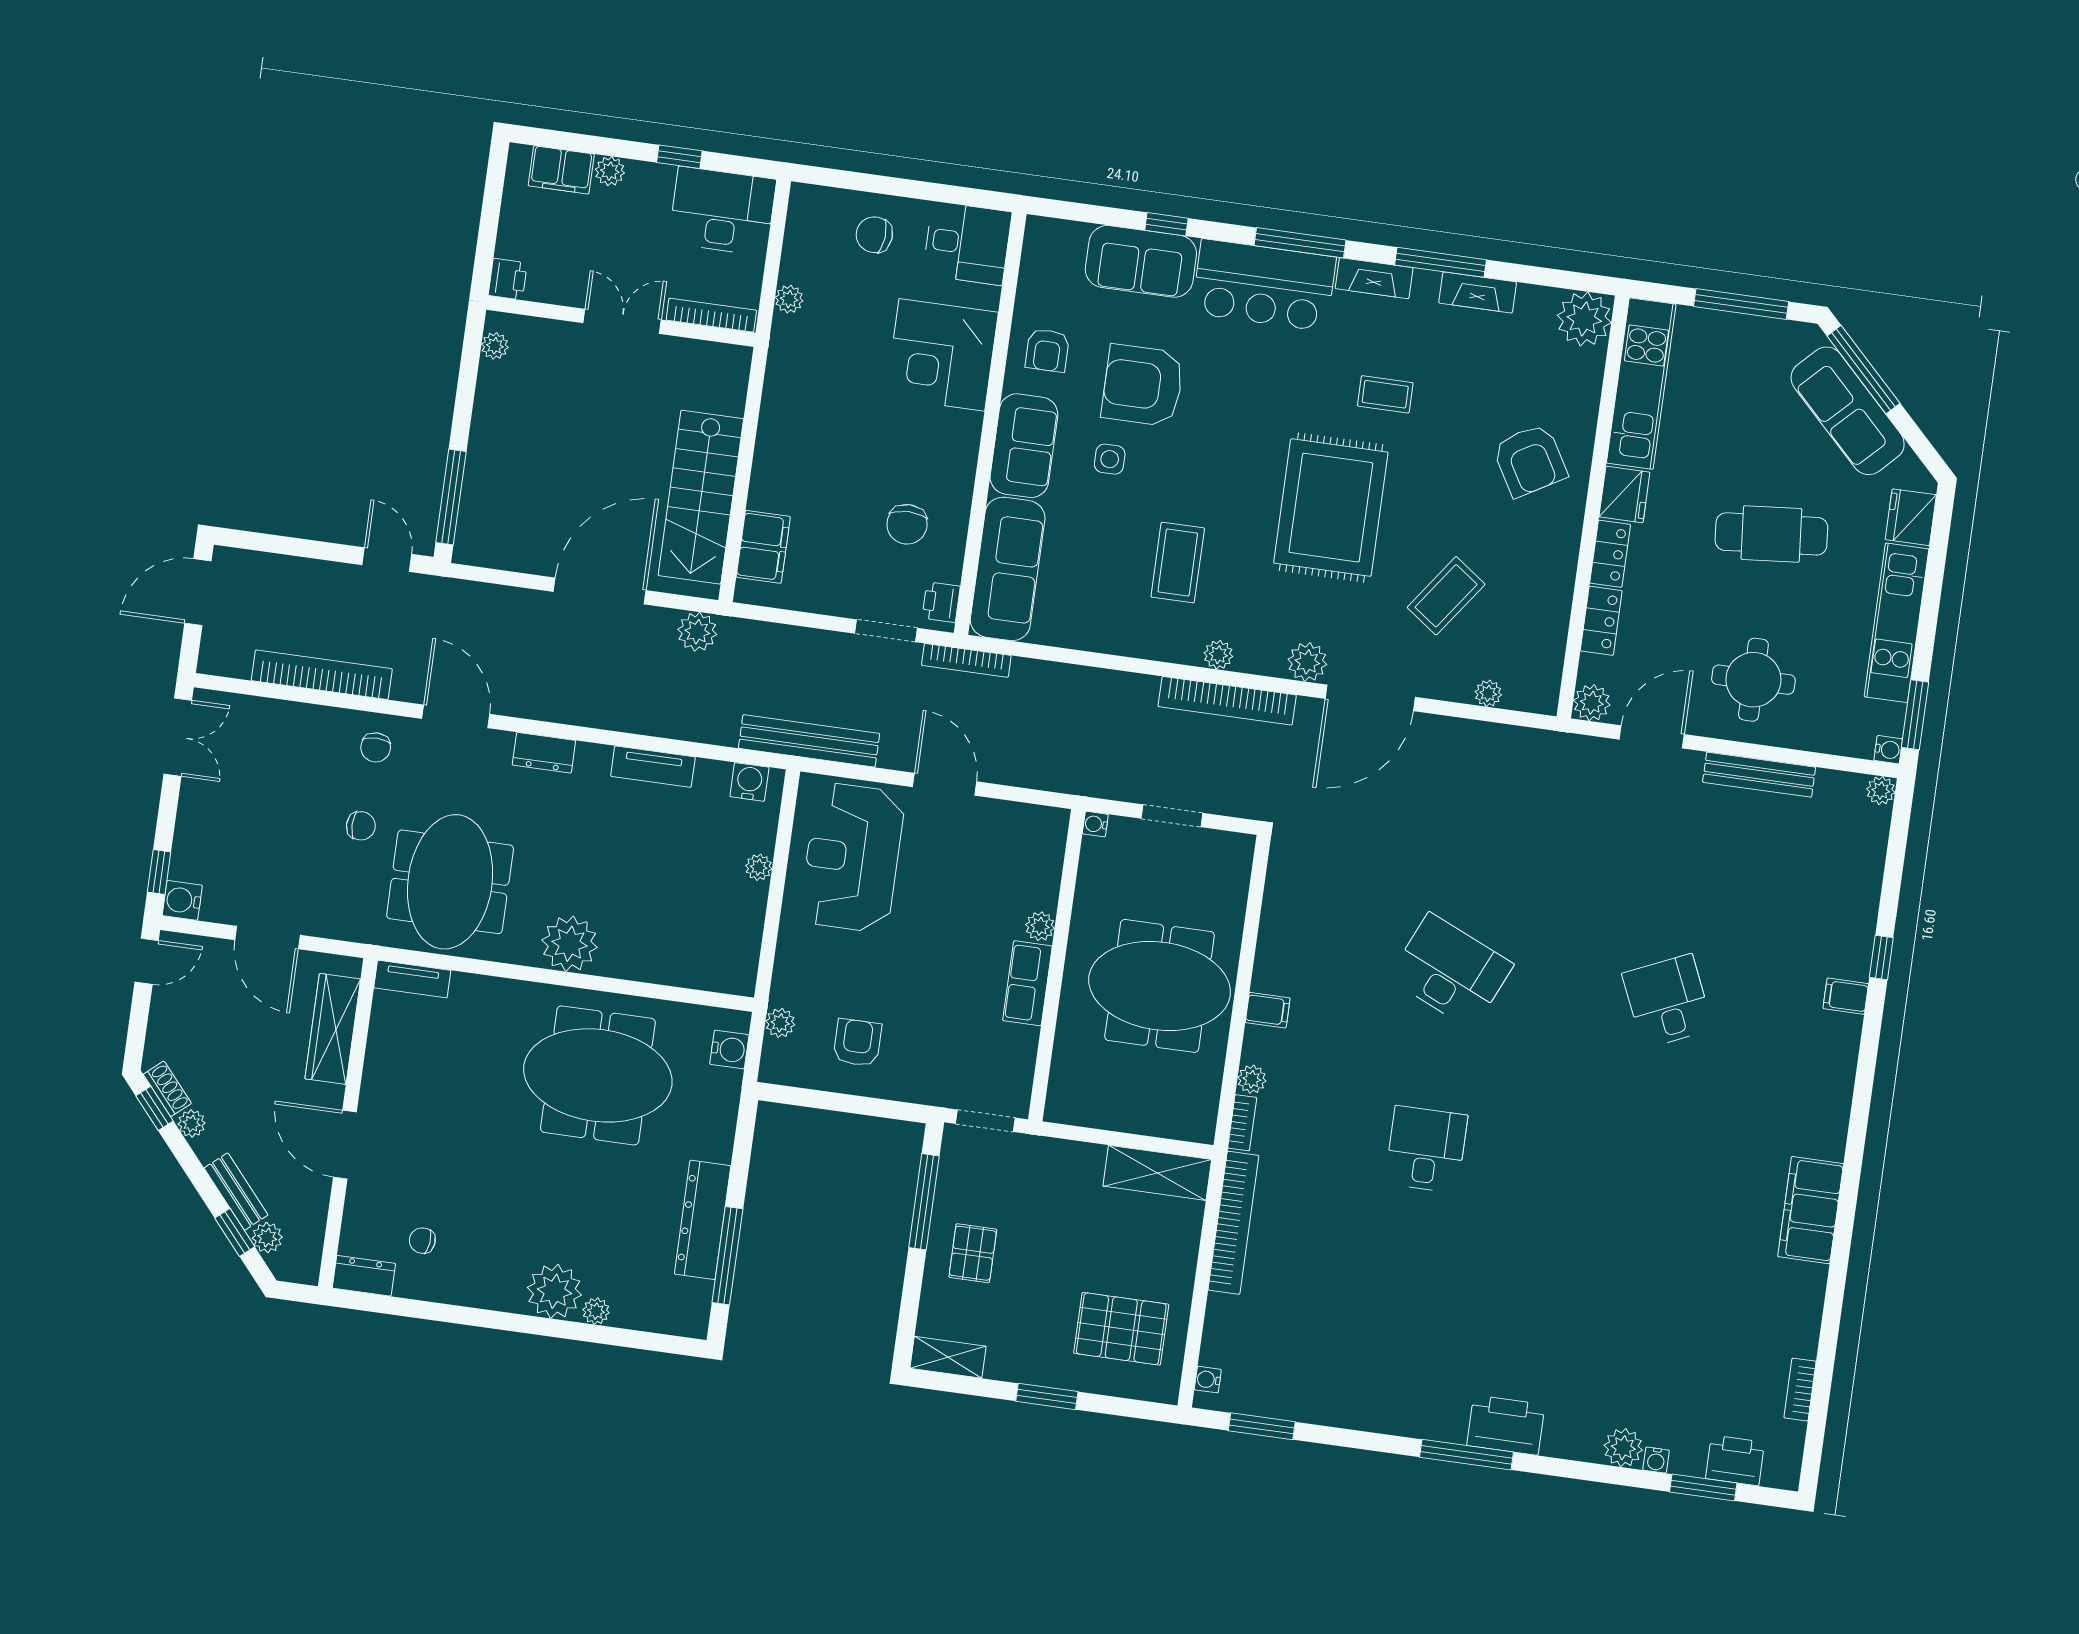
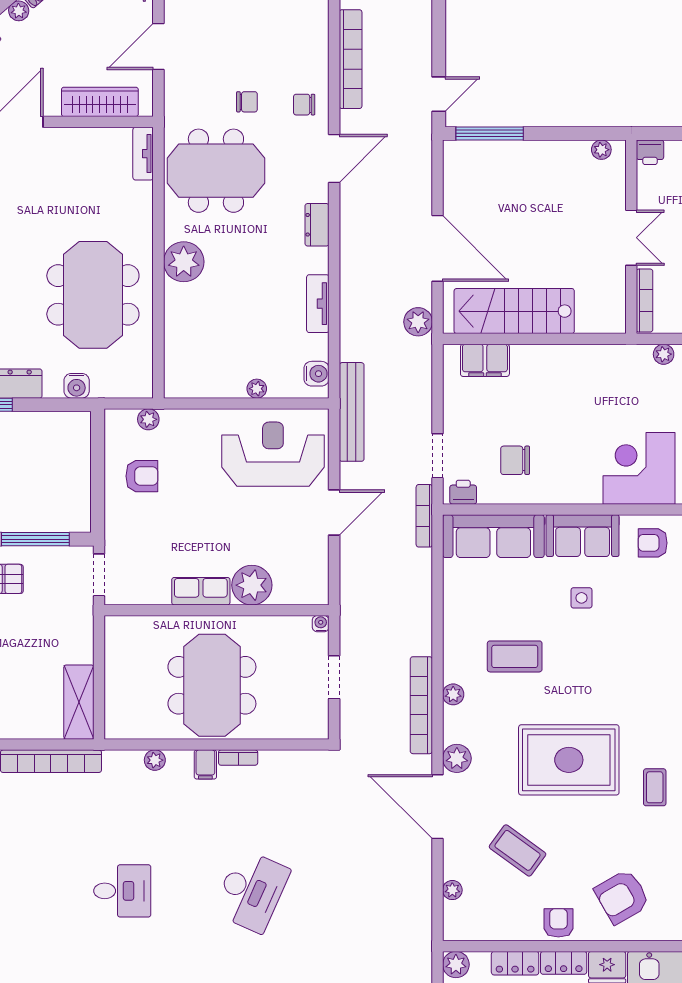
armchair: (1143, 385) -> (558, 923), moved, width x0.53, depth x0.53
chair: (361, 826) -> (247, 102), turned -90
plant: (1040, 926) -> (252, 585), width x1.87, depth x1.87
water cooler: (729, 1050) -> (77, 386), moved
bookcase: (1242, 1123) -> (238, 758), moved

